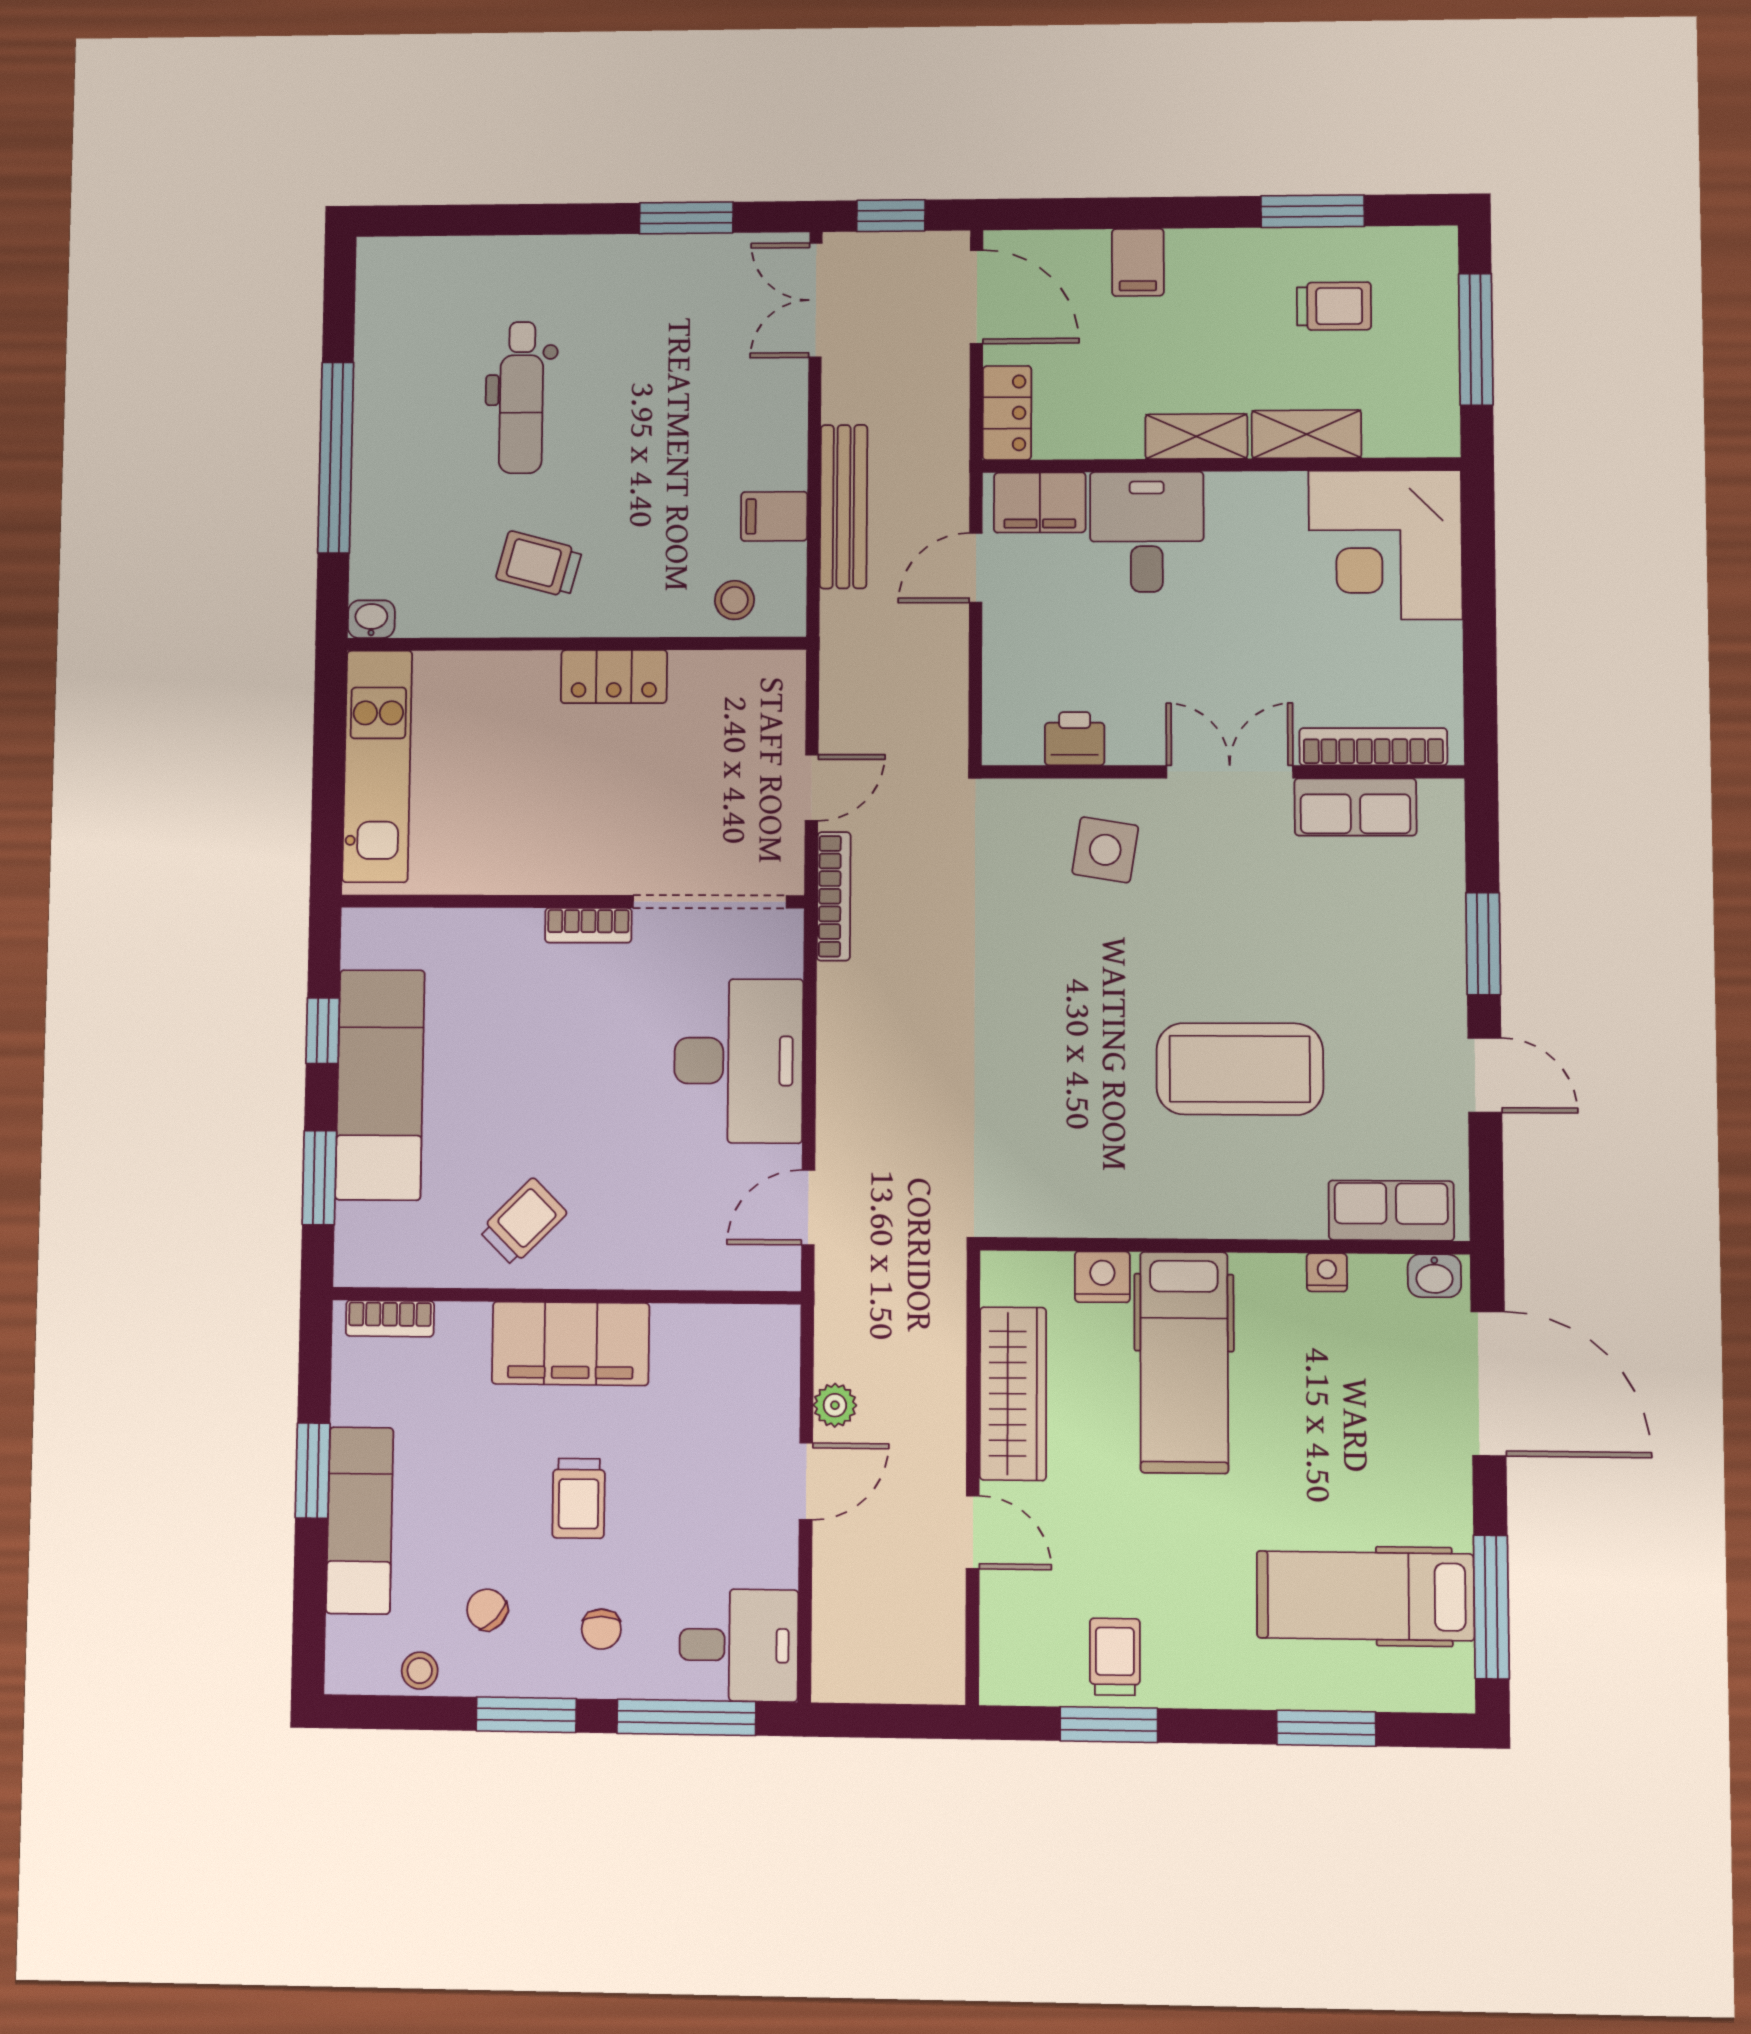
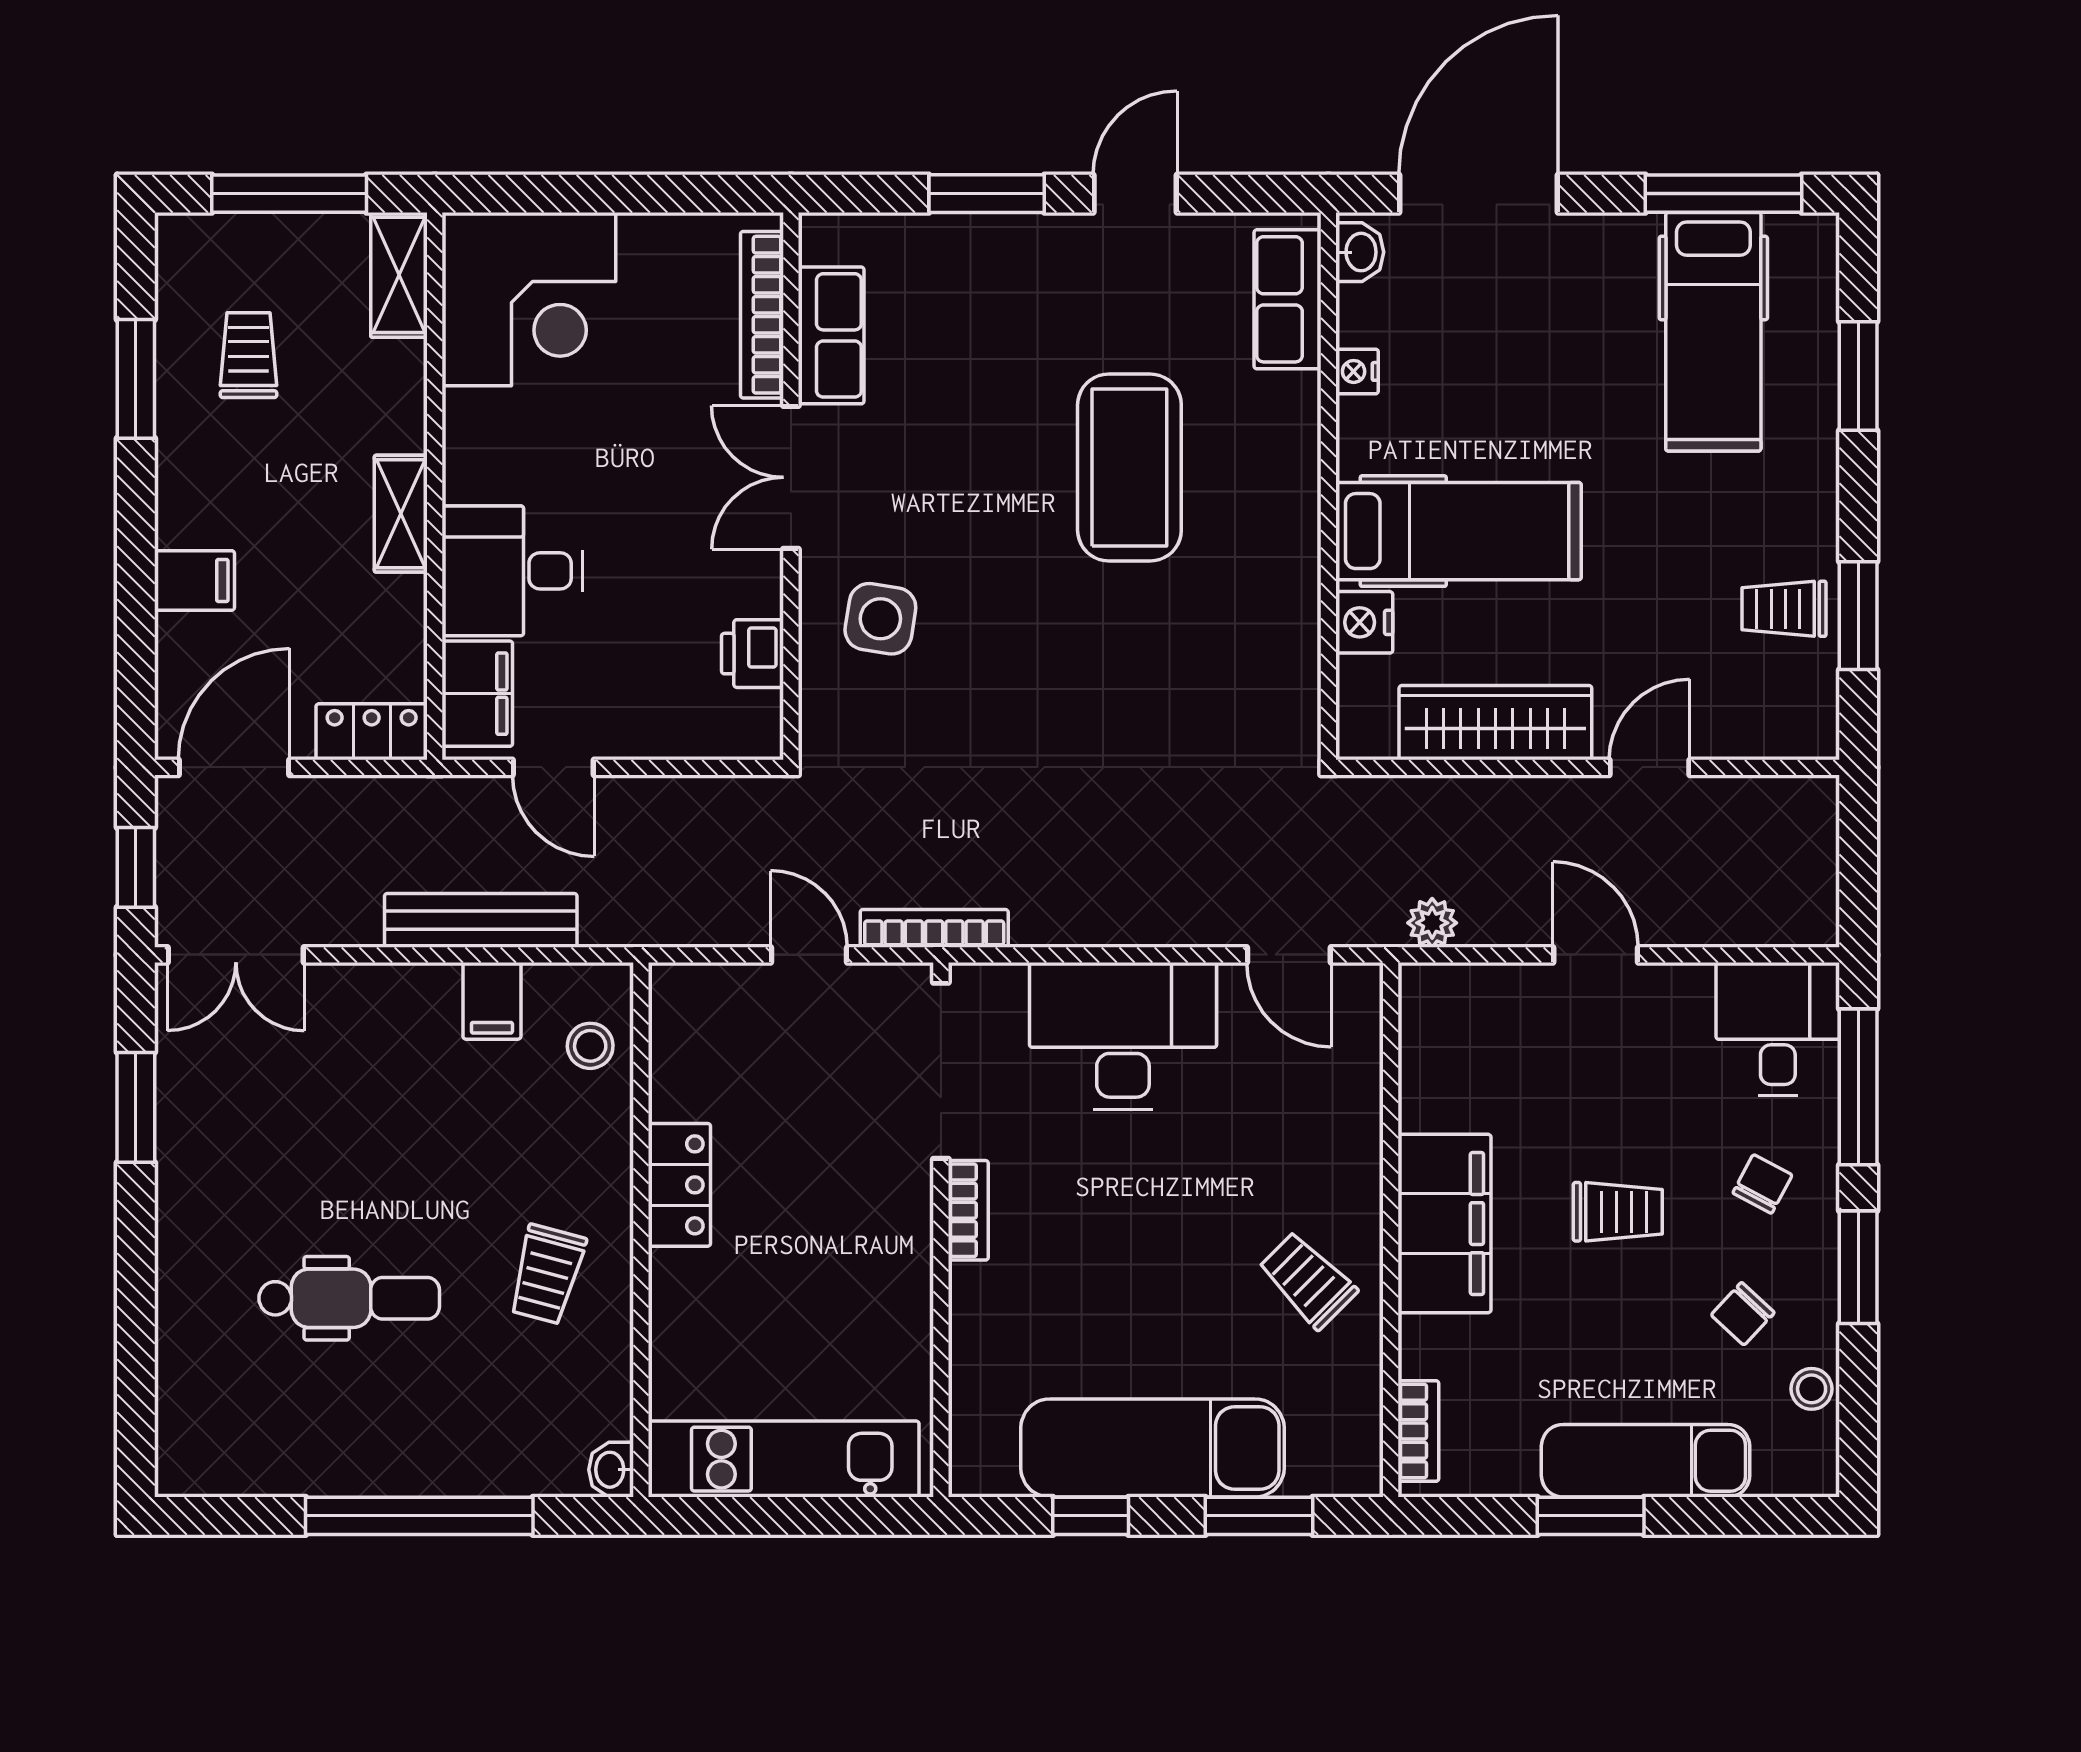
shelving: (1306, 434) -> (399, 275), moved
plant: (835, 1405) -> (1432, 923), moved
chair: (601, 1629) -> (1762, 1184), turned -62

